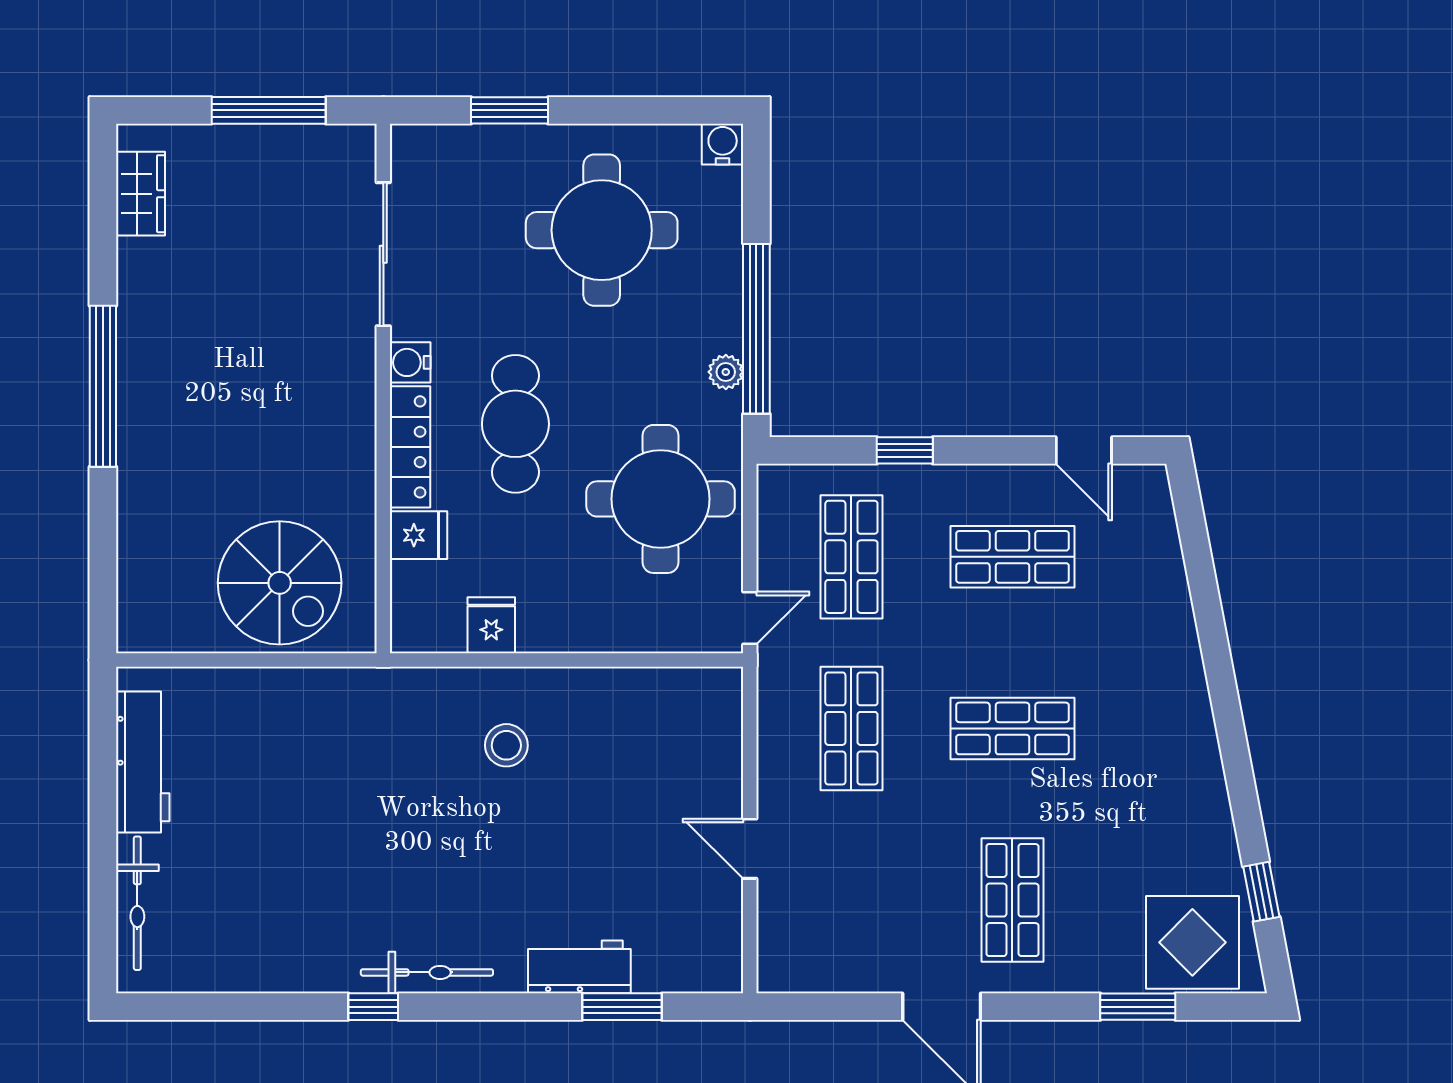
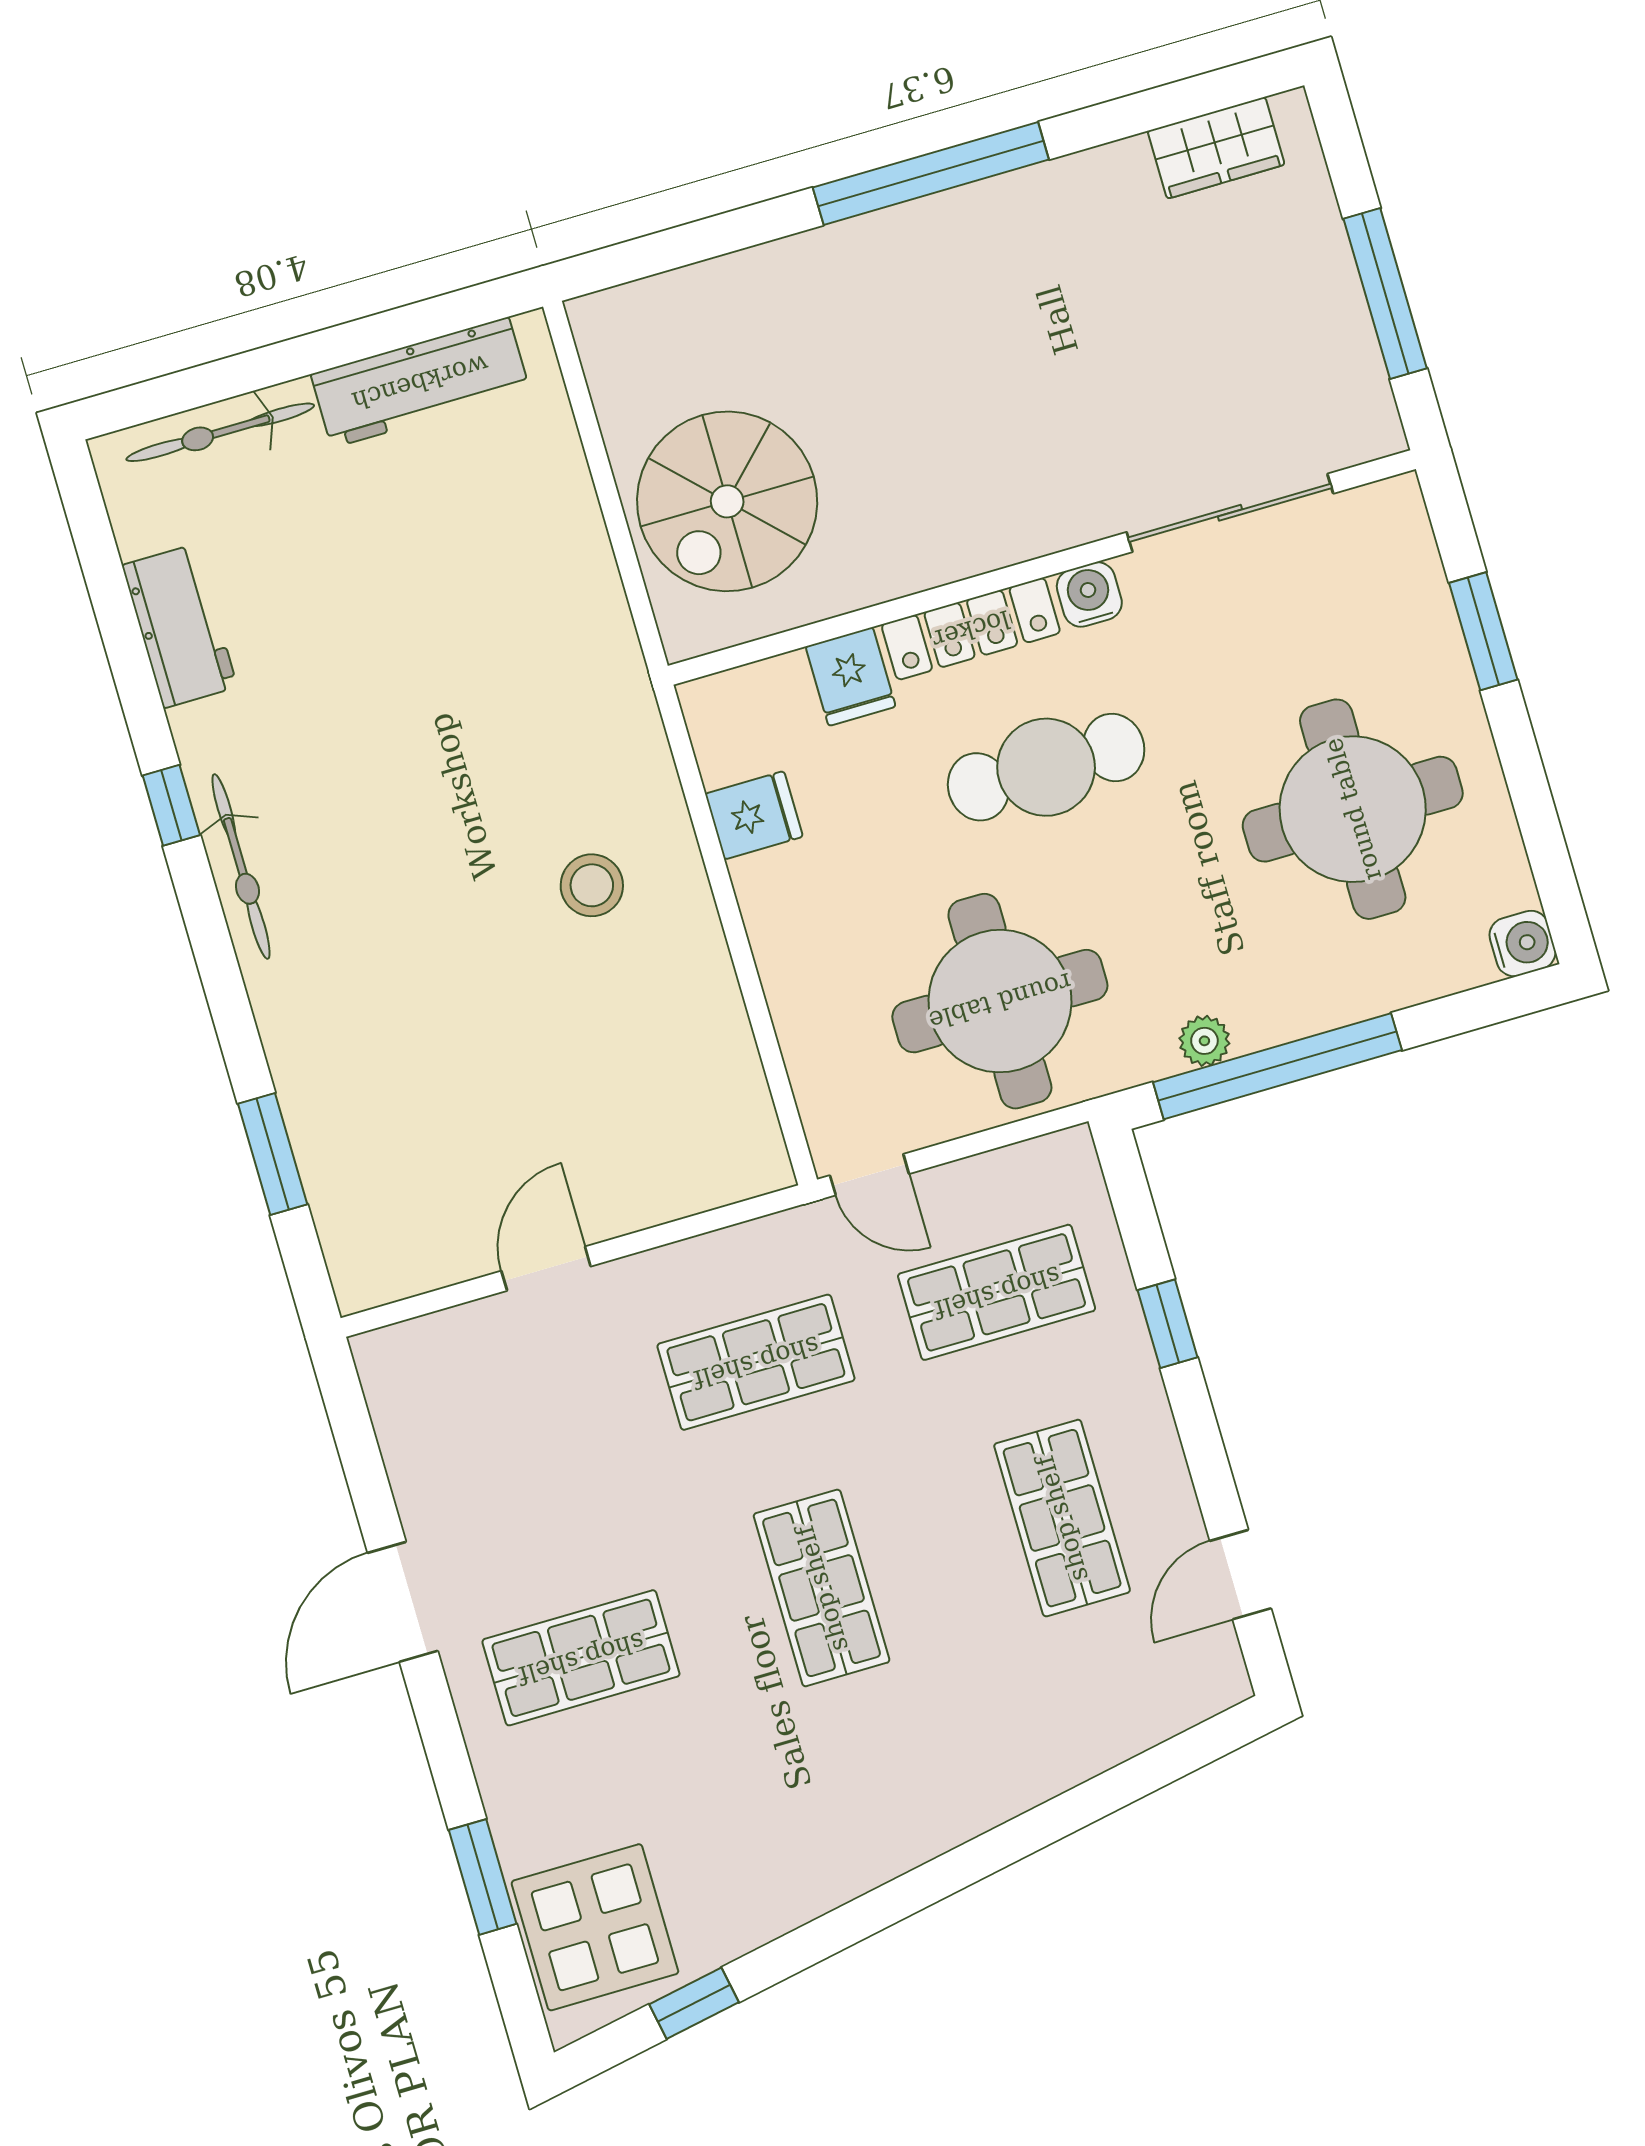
workbench: (579, 967) -> (180, 626), moved

